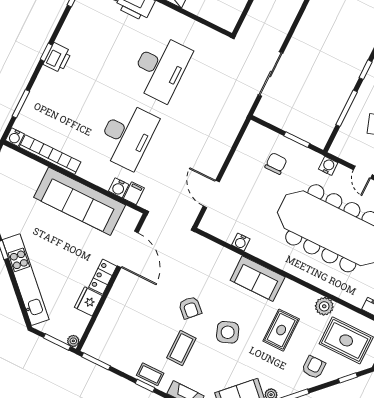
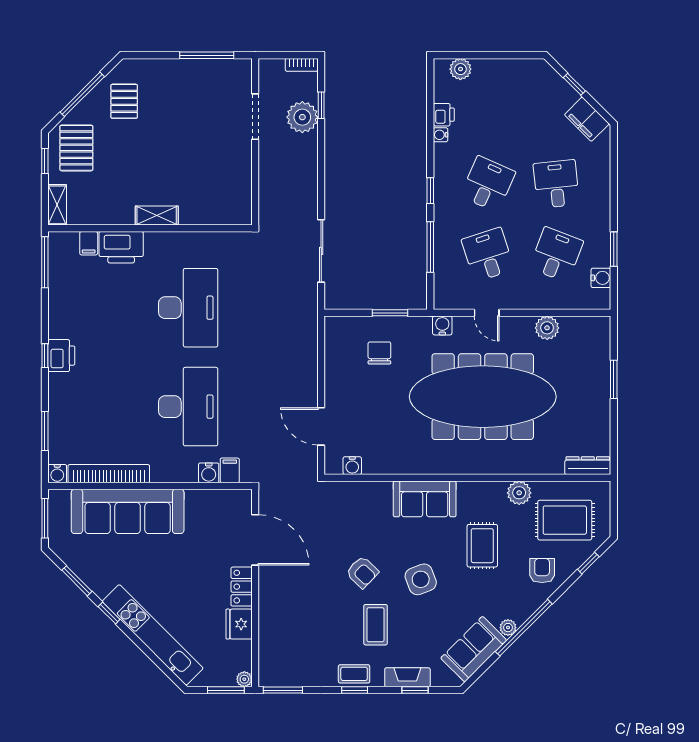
sofa: (80, 201) -> (128, 511), moved
water cooler: (241, 242) -> (352, 466), moved

